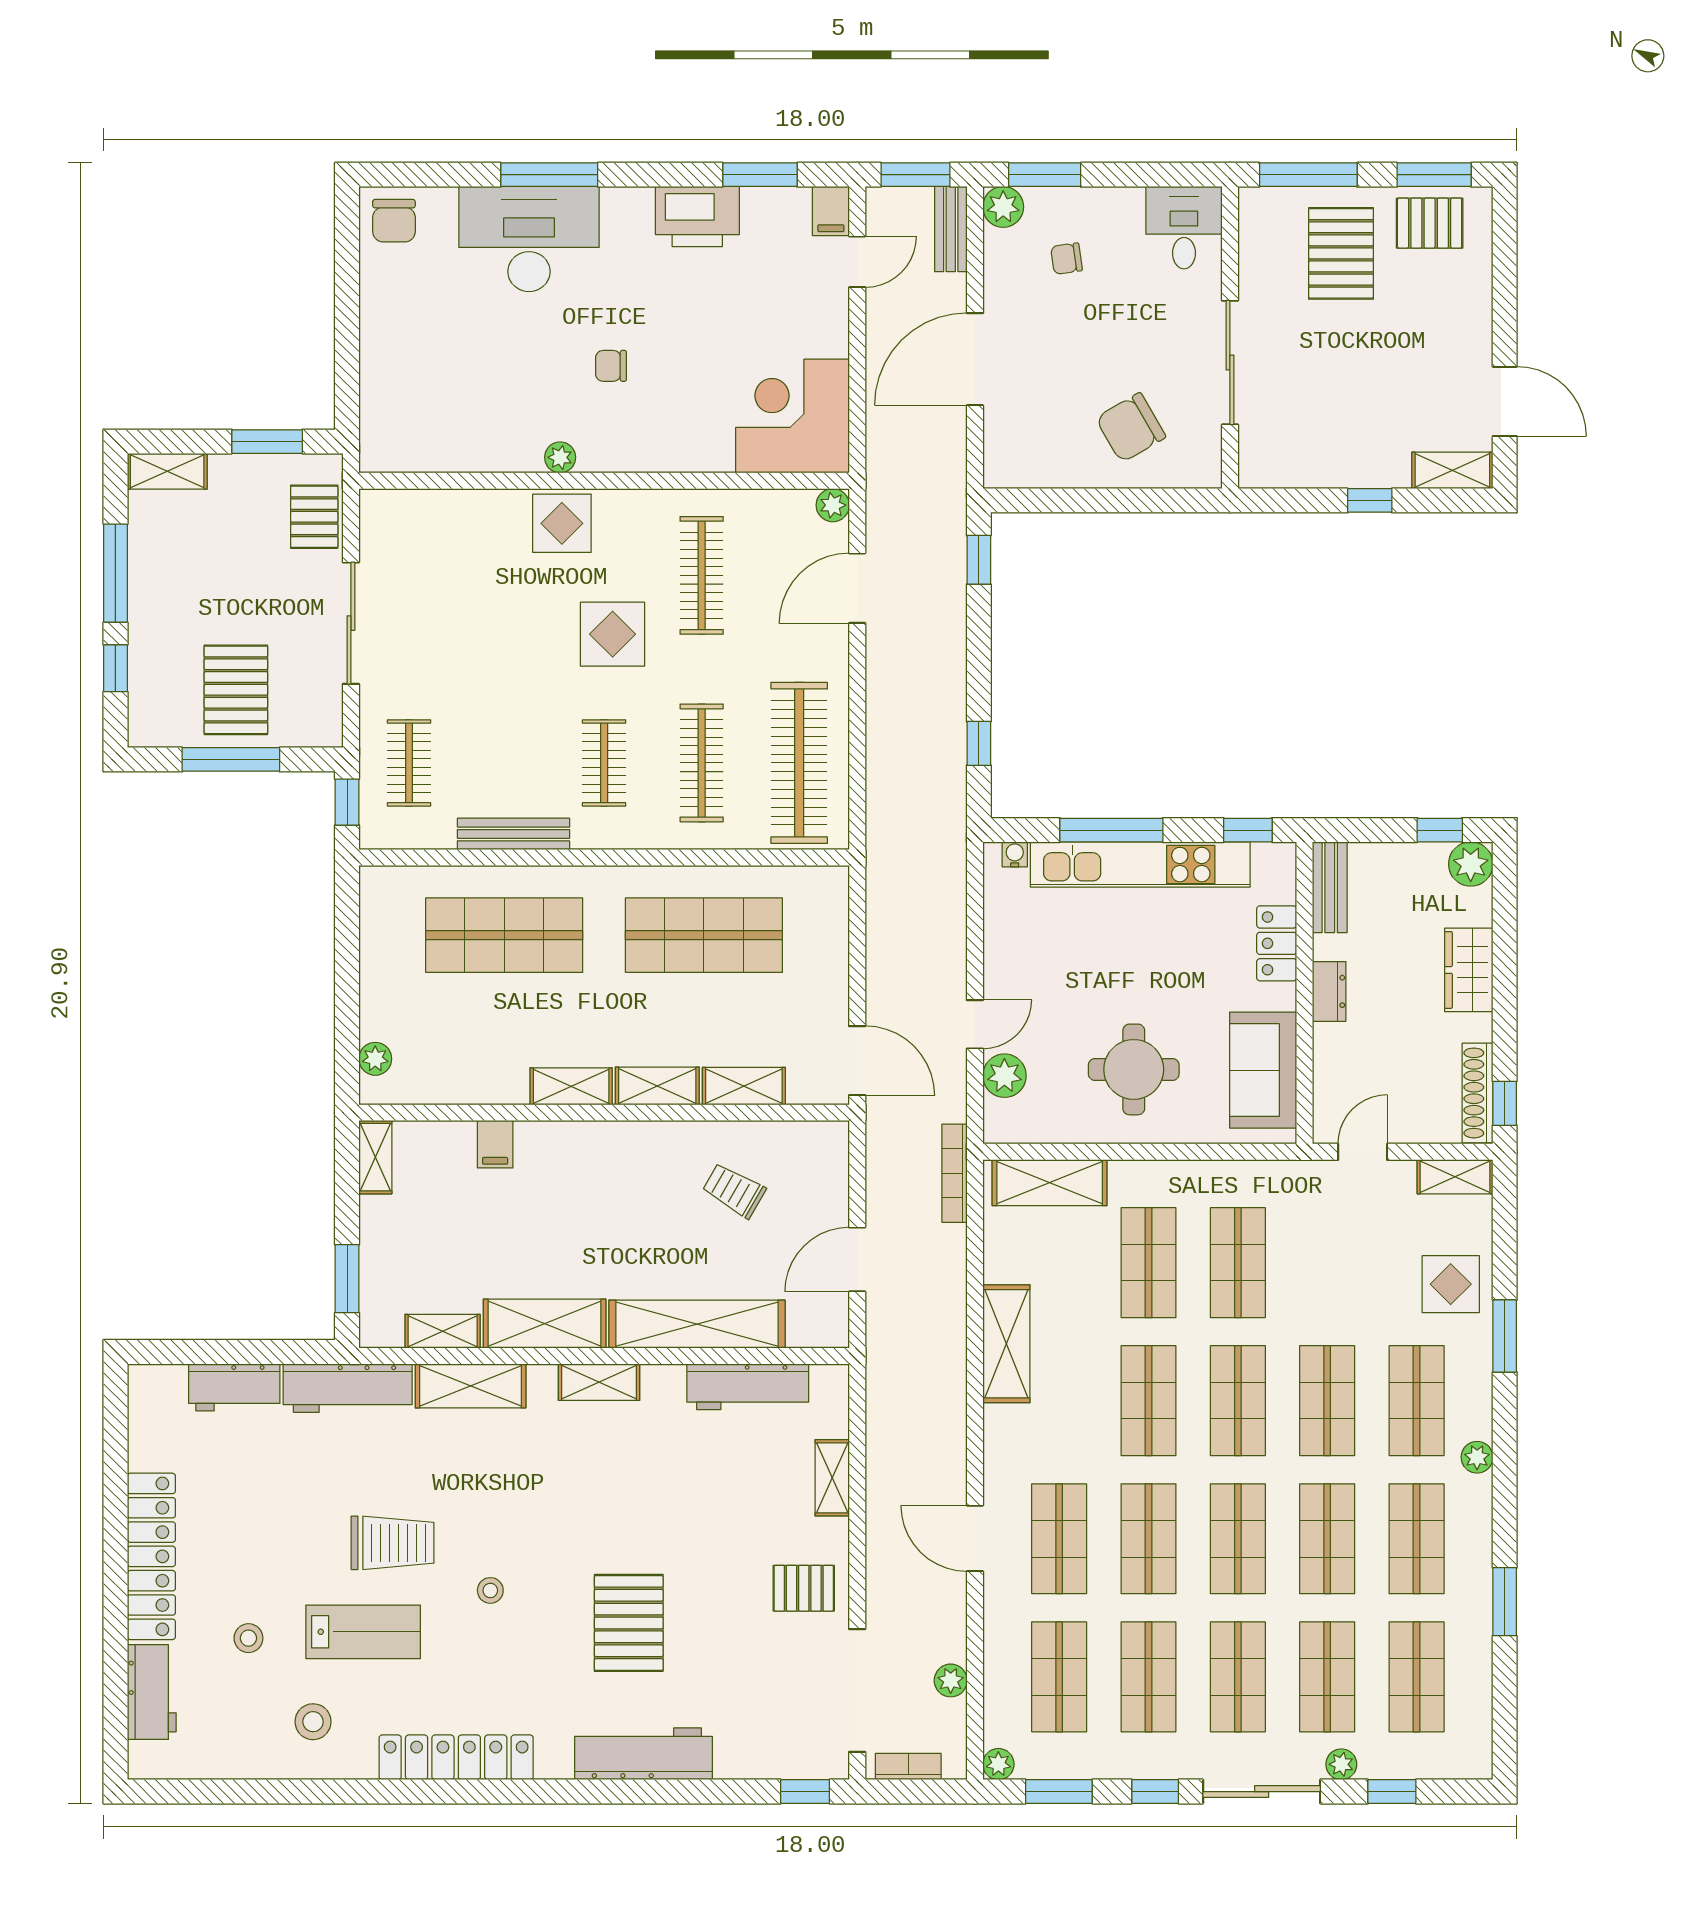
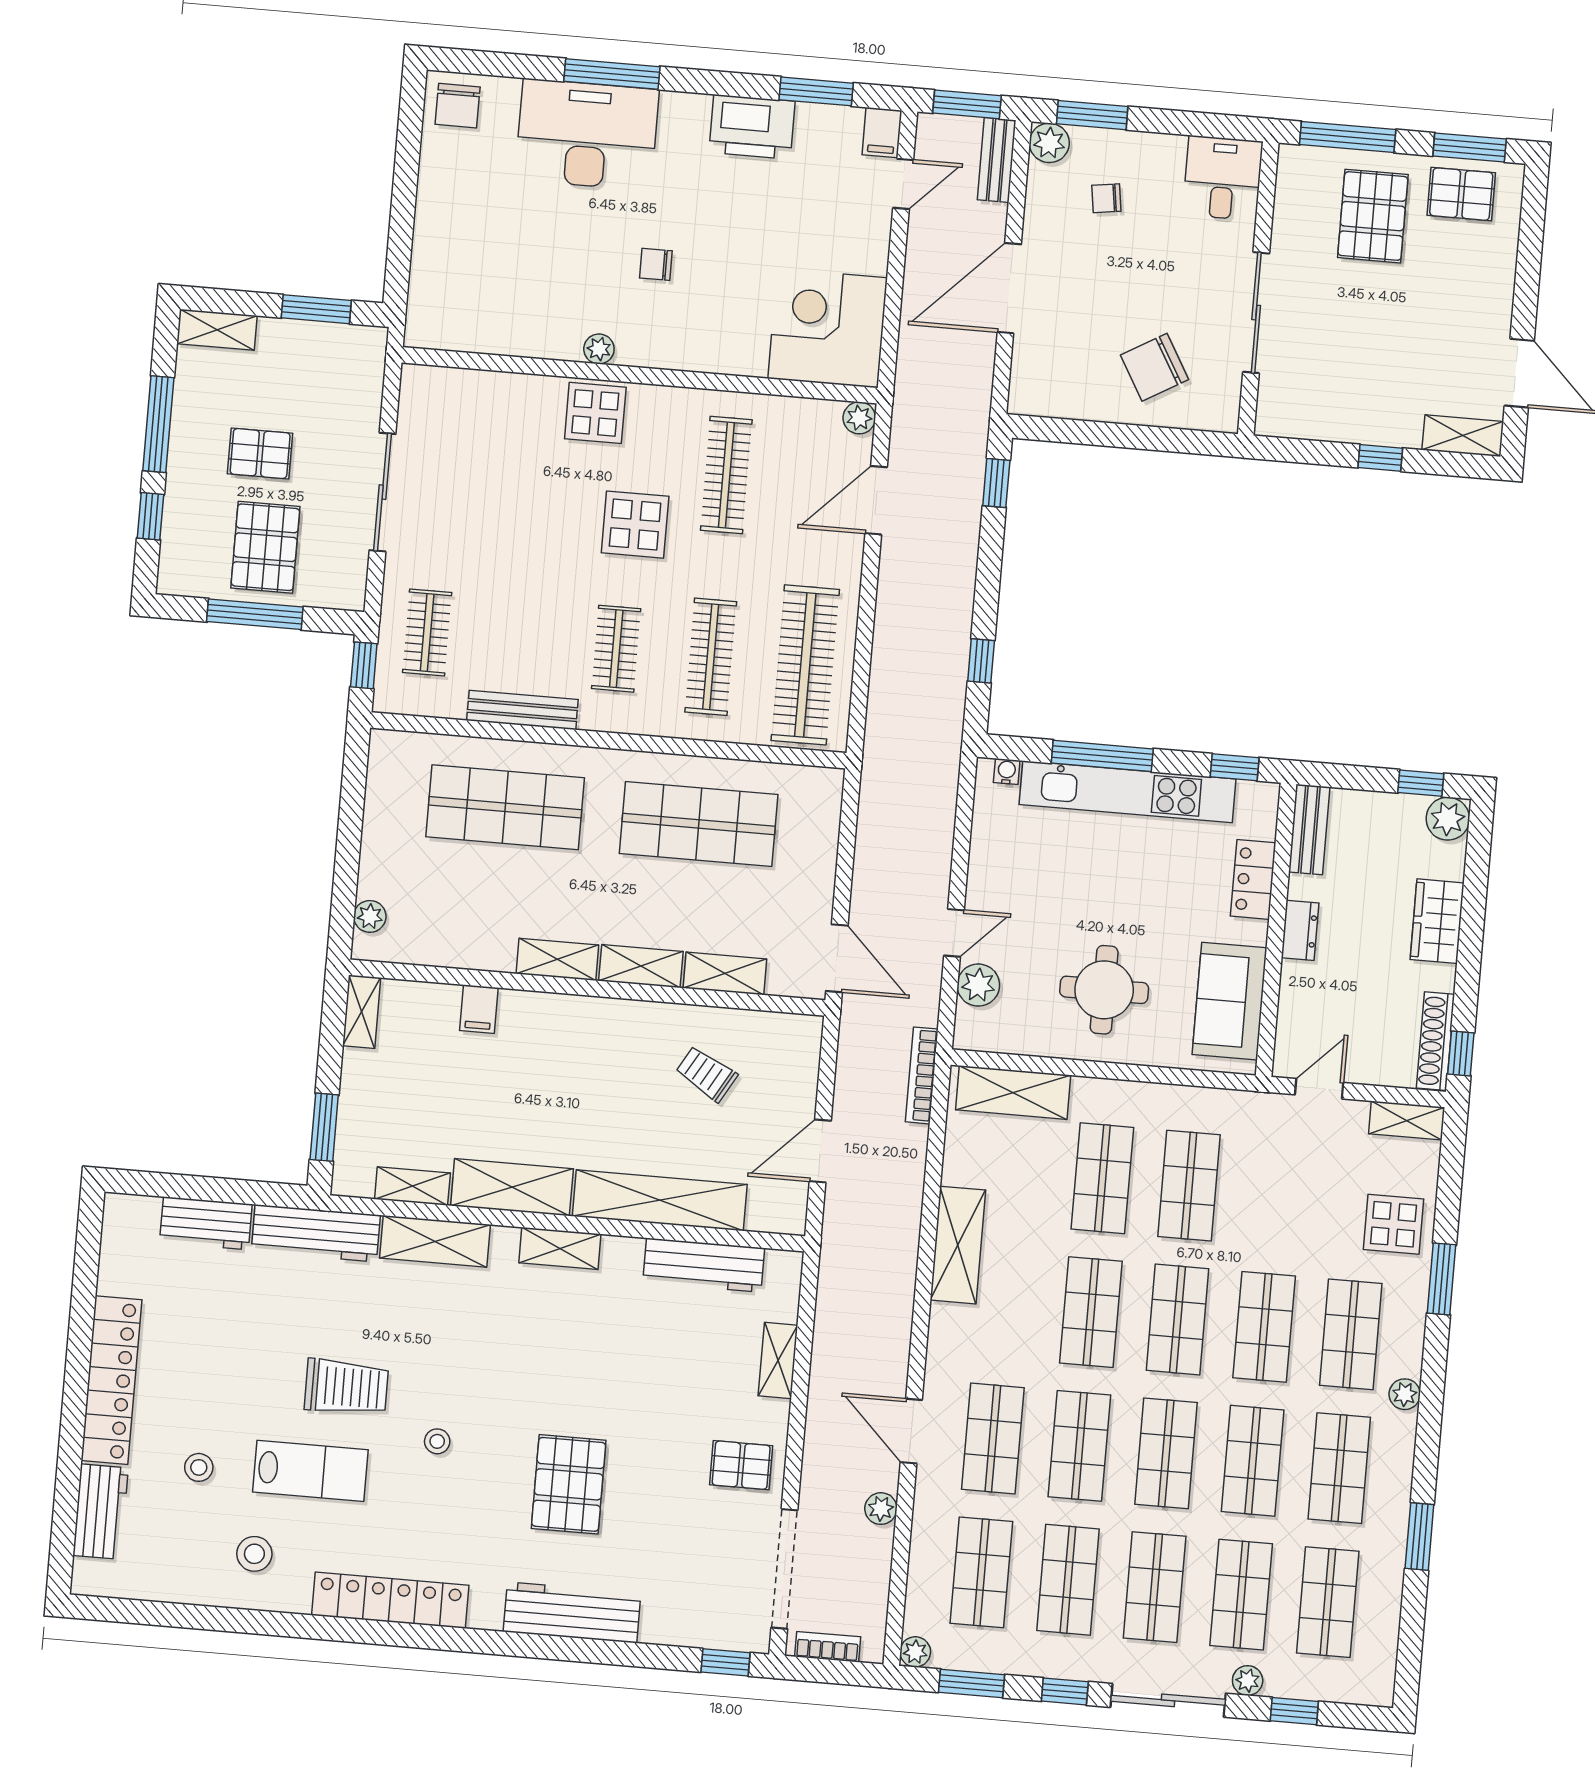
pallet: (314, 517) -> (260, 454), moved, turned 90
plant: (951, 1680) -> (881, 1509), moved

